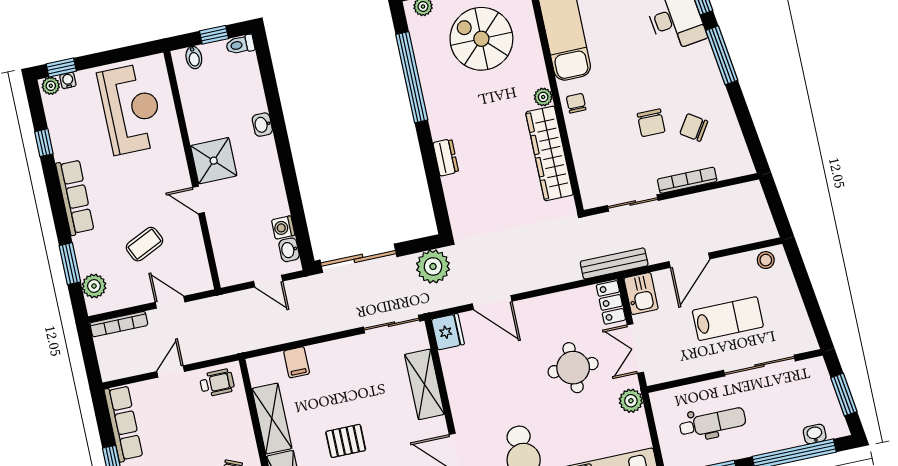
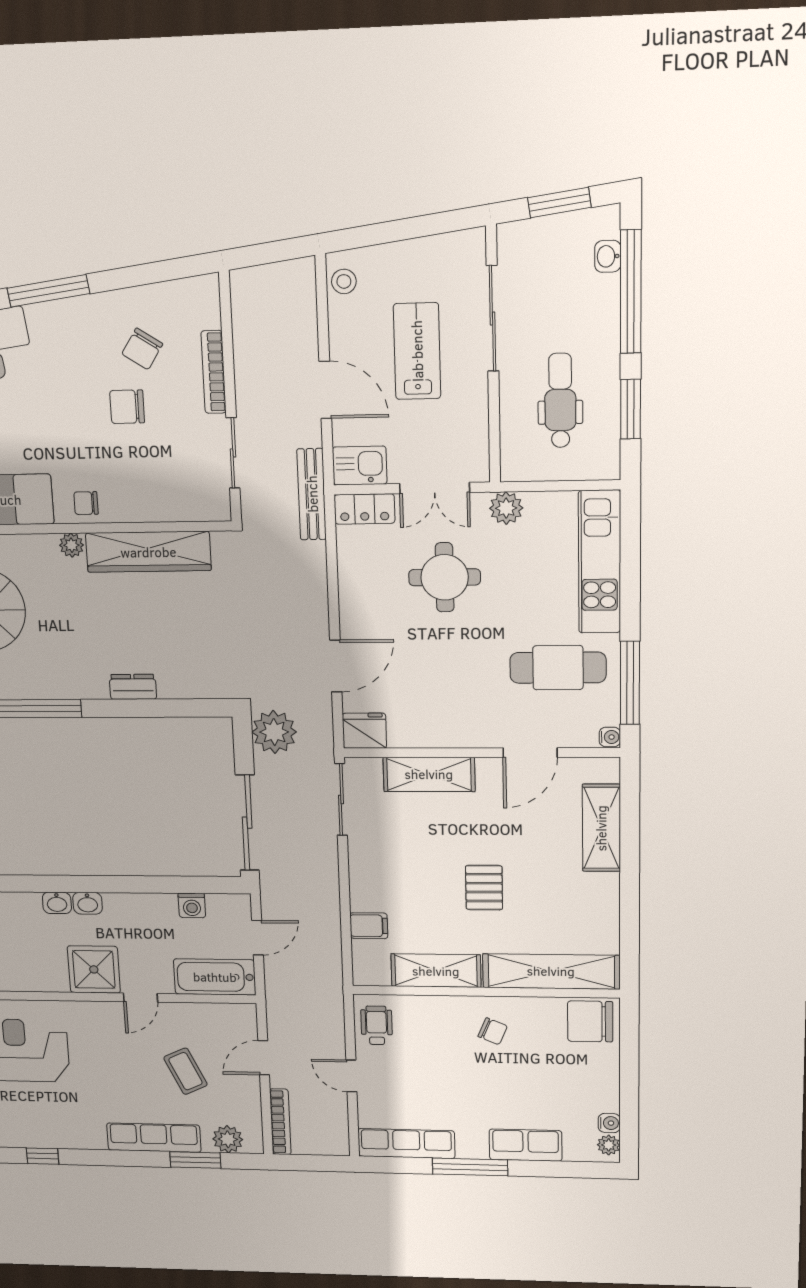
chair: (651, 123) -> (127, 407), turned 180
row of seats: (75, 197) -> (154, 1138), moved
washbasin: (289, 250) -> (88, 903), moved
bathtub: (229, 254) -> (215, 977), added

